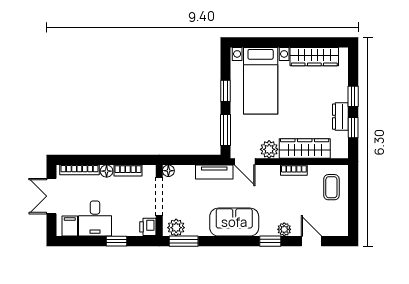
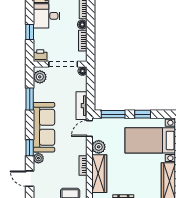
sofa: (234, 222) -> (44, 127), width x1.36
window: (184, 241) -> (30, 99), moved
door: (311, 241) -> (30, 179), swing flipped

